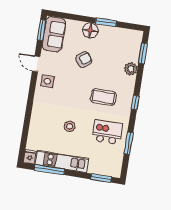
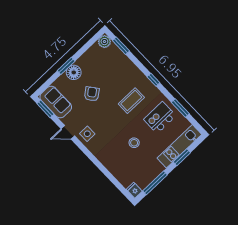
window: (106, 22) -> (66, 66), moved
plant: (131, 69) -> (104, 42), moved
kitchen unit: (62, 161) -> (179, 146), moved
window: (101, 178) -> (182, 157), moved

